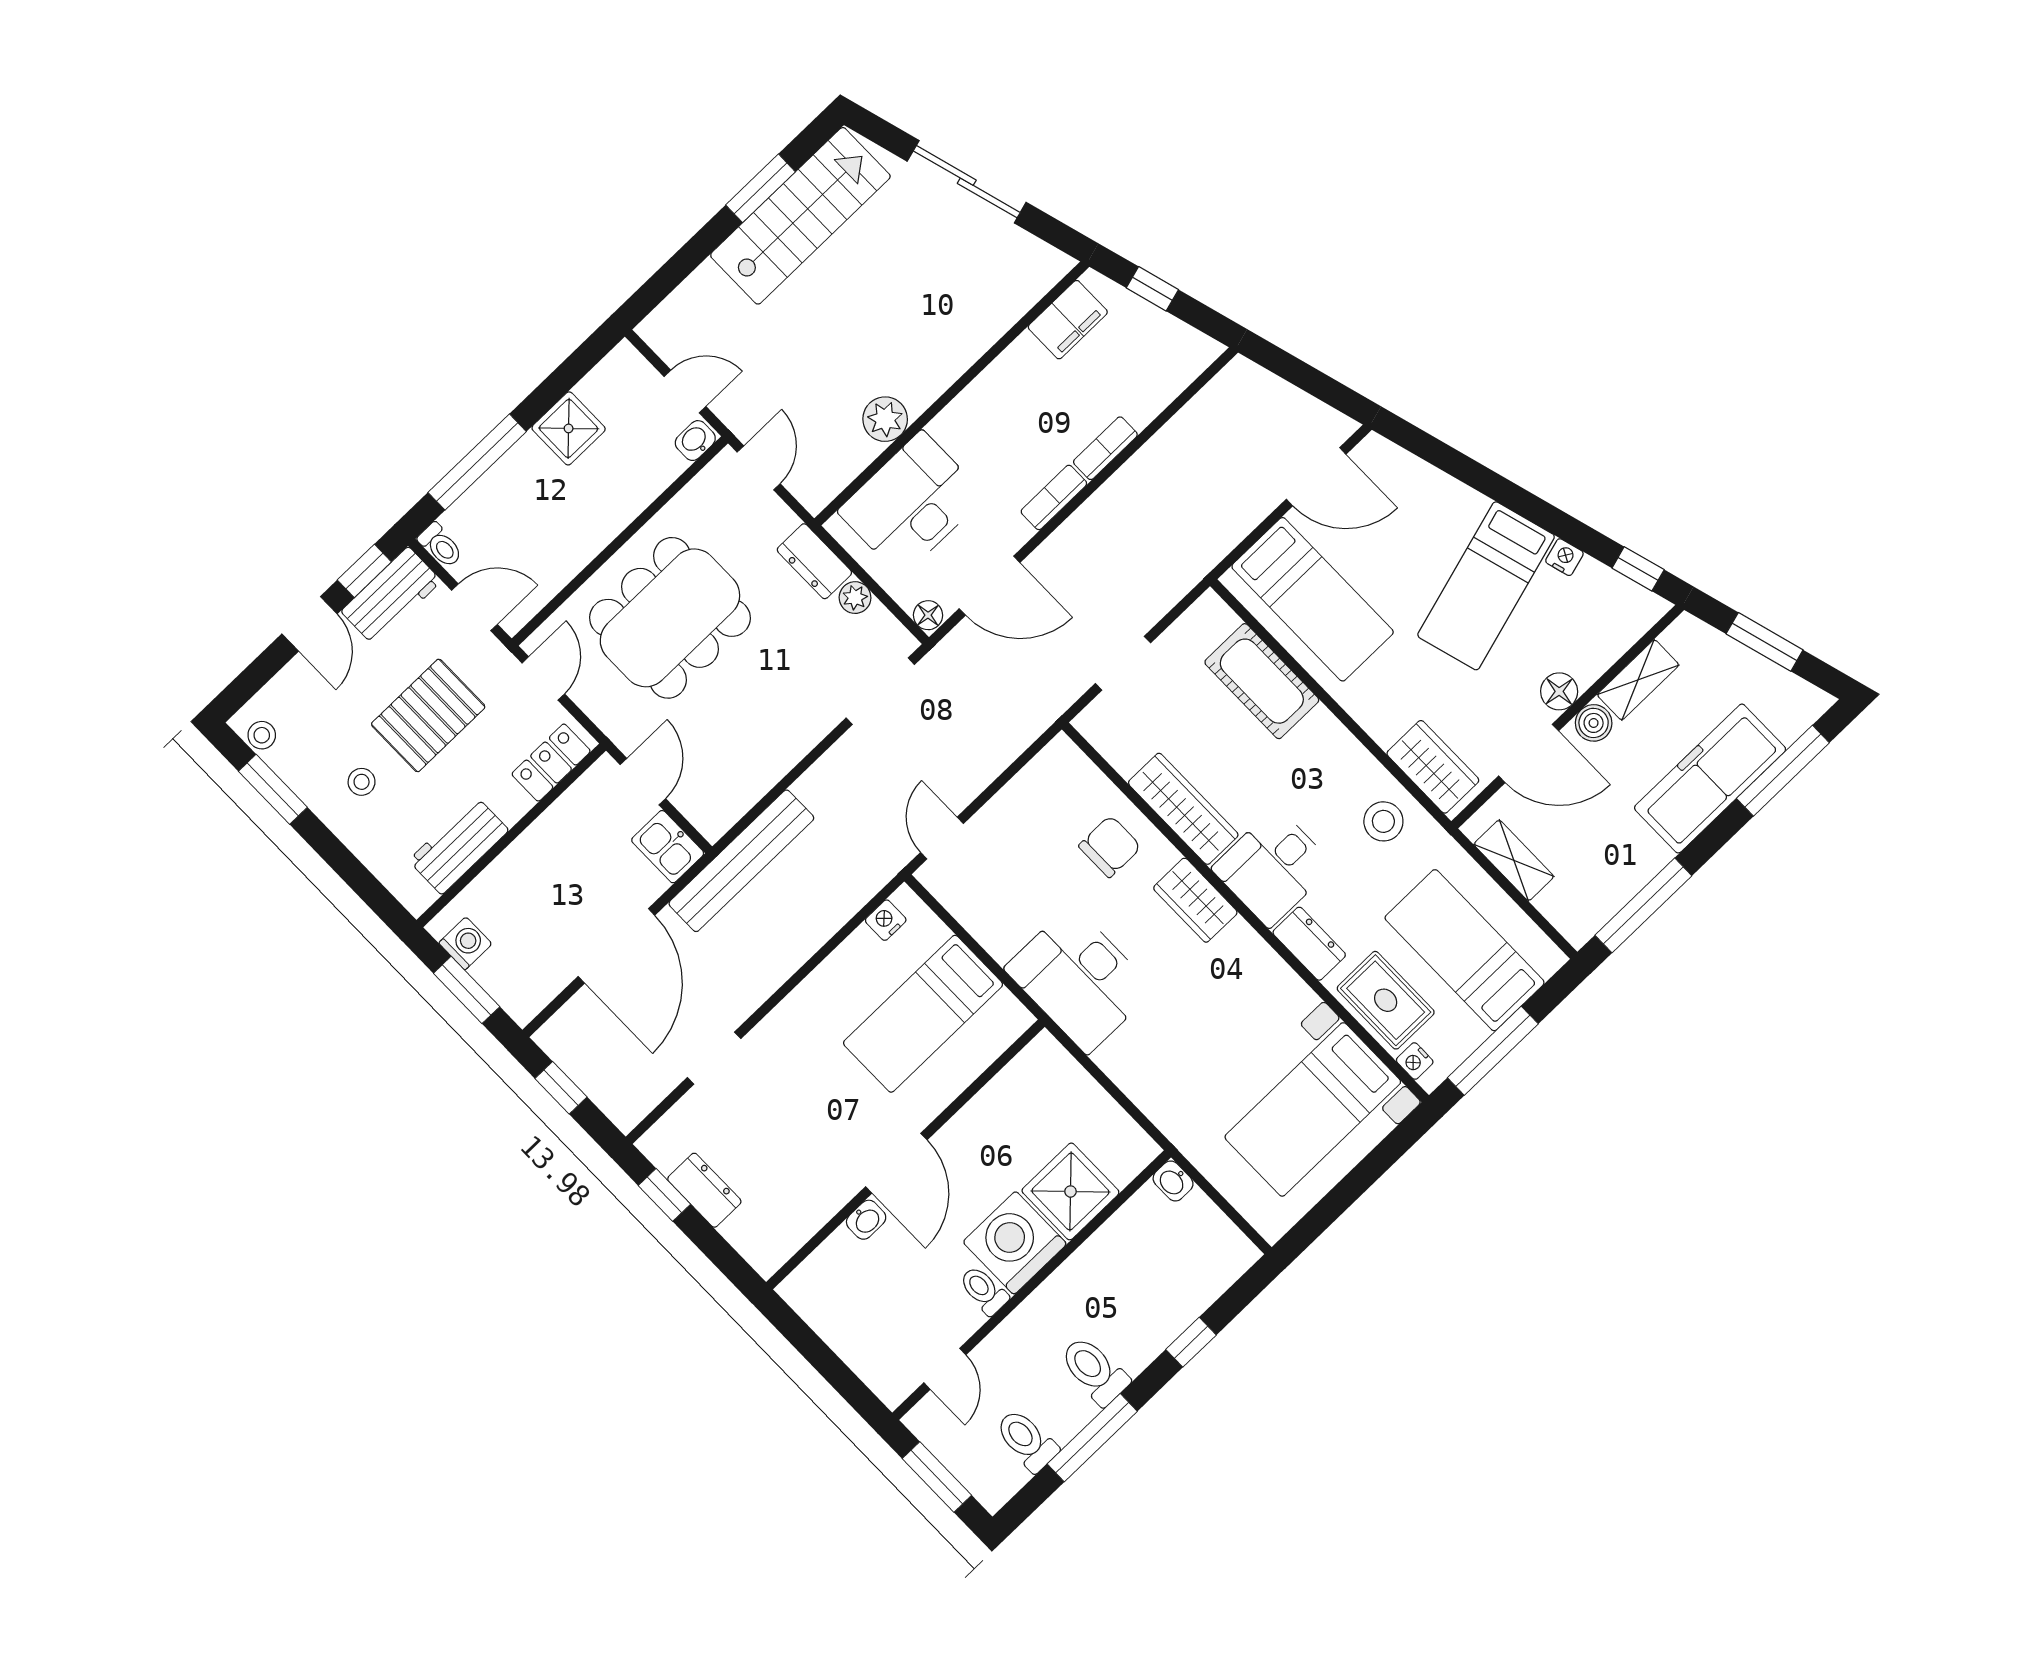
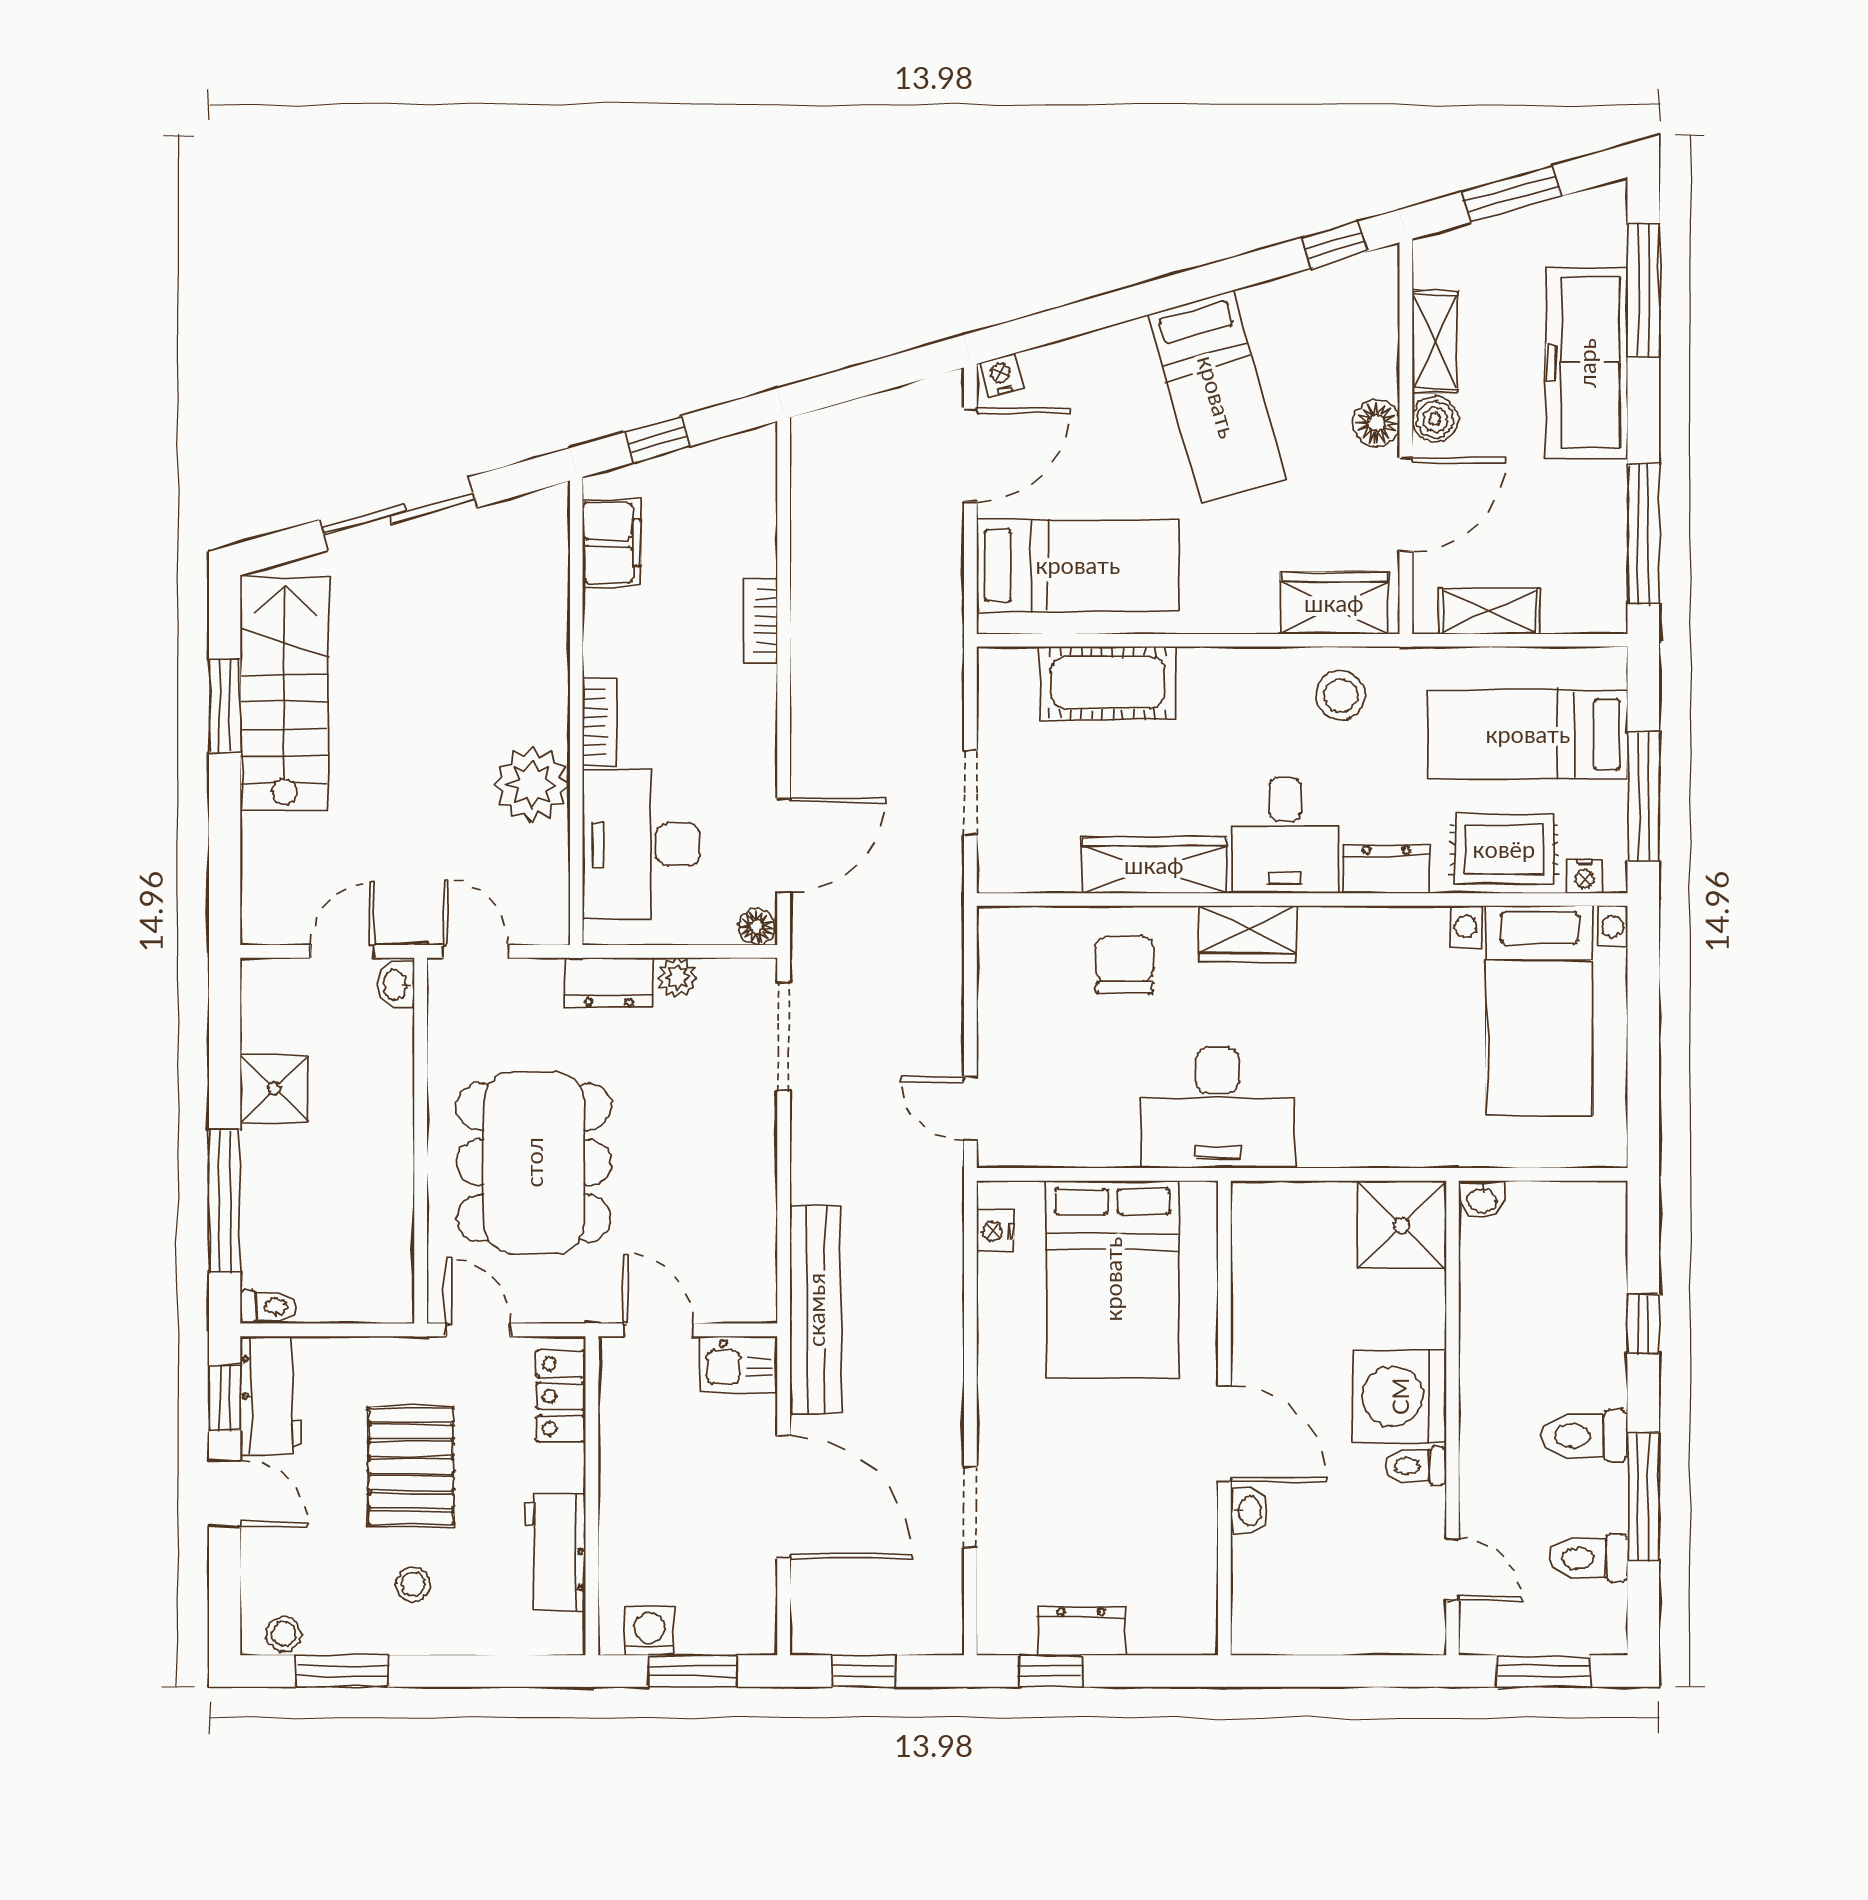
plant: (885, 419) -> (532, 784), width x1.36, depth x1.36
bookcase: (1054, 497) -> (600, 722), moved, turned 180
nightstand: (1564, 557) -> (1001, 375), moved
door: (475, 607) -> (354, 1330), removed
bed: (923, 1014) -> (1113, 1279), width x1.50
shower: (1070, 1191) -> (1402, 1225), moved

